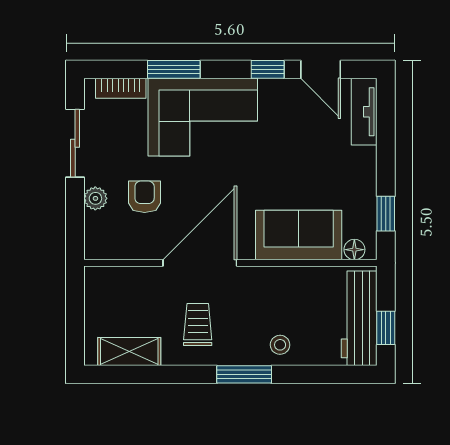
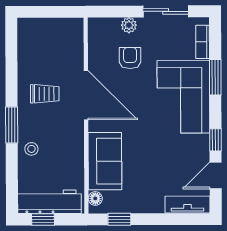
armchair: (145, 197) -> (130, 58), turned -90
shelving: (129, 351) -> (27, 48), removed

